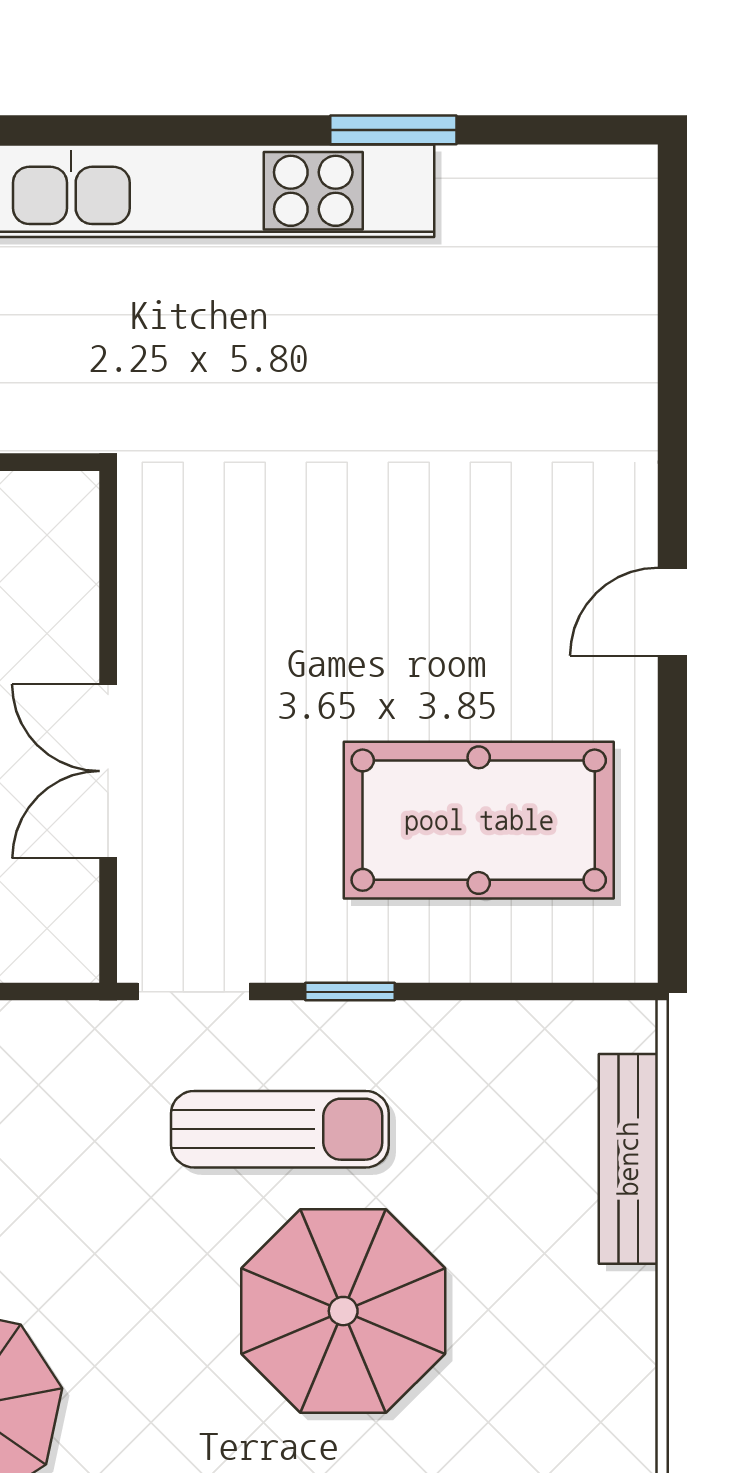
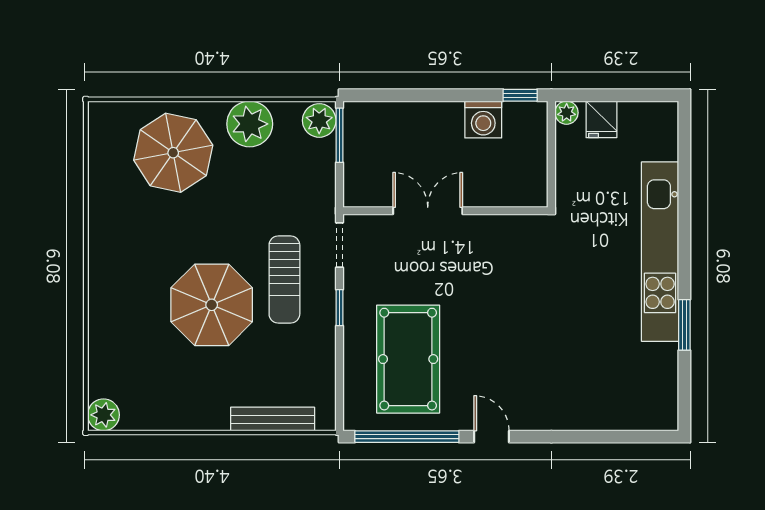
window: (672, 823) -> (407, 437), added

